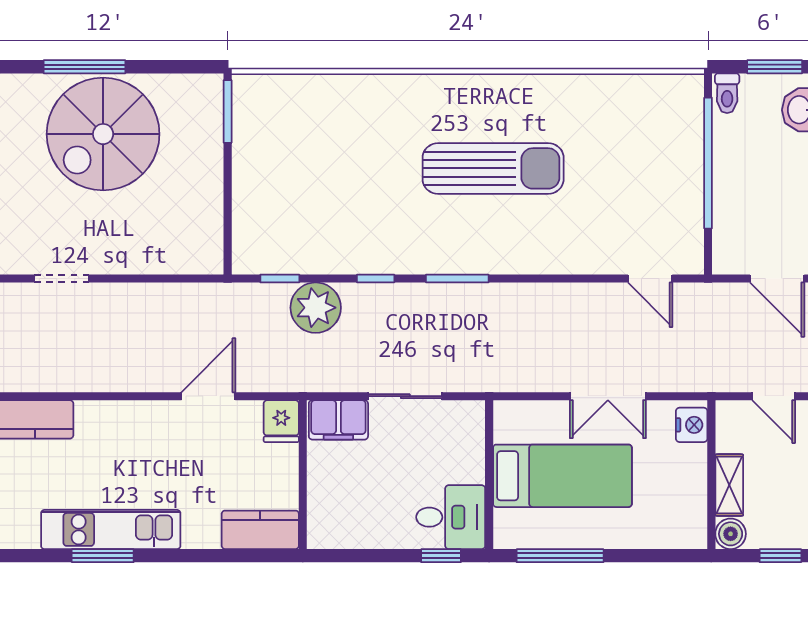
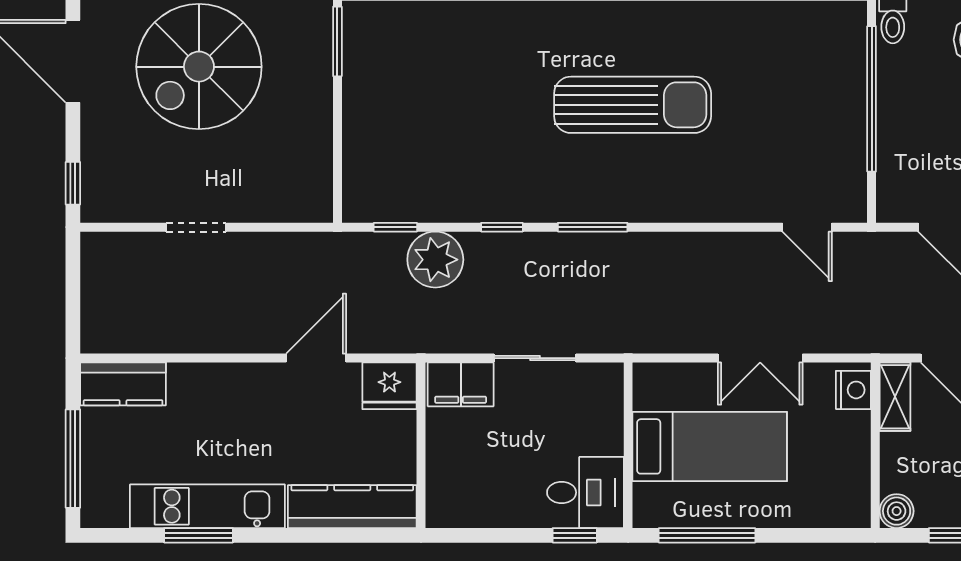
doorway: (61, 279) -> (196, 227), moved
fridge: (281, 421) -> (389, 386), width x1.38
shelving: (729, 485) -> (895, 397), moved
kitchen counter: (260, 530) -> (352, 507), width x1.50

